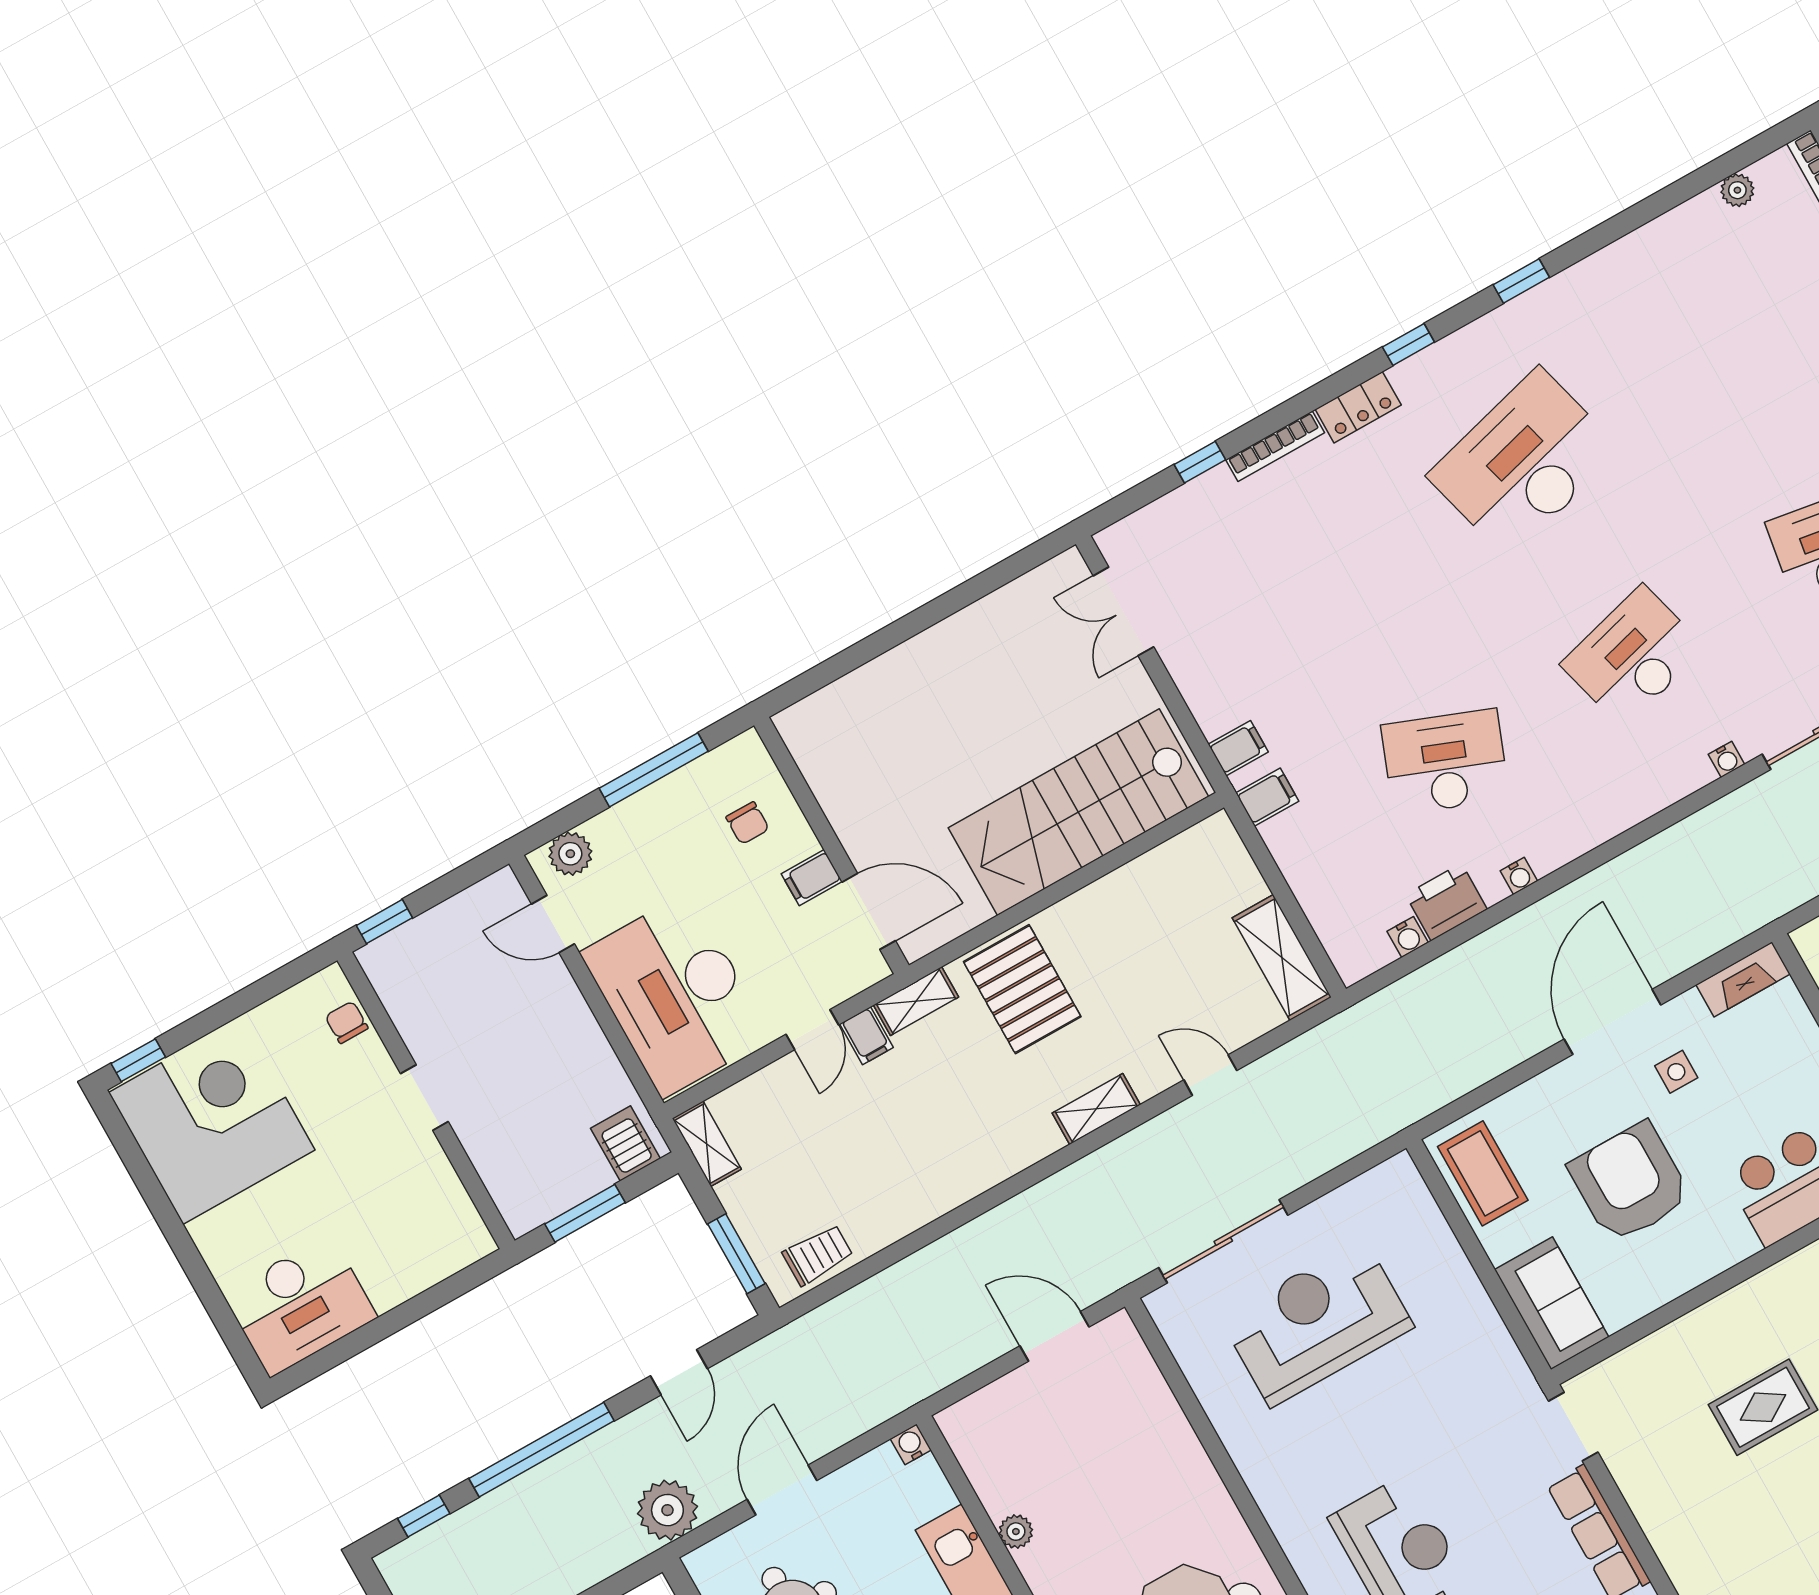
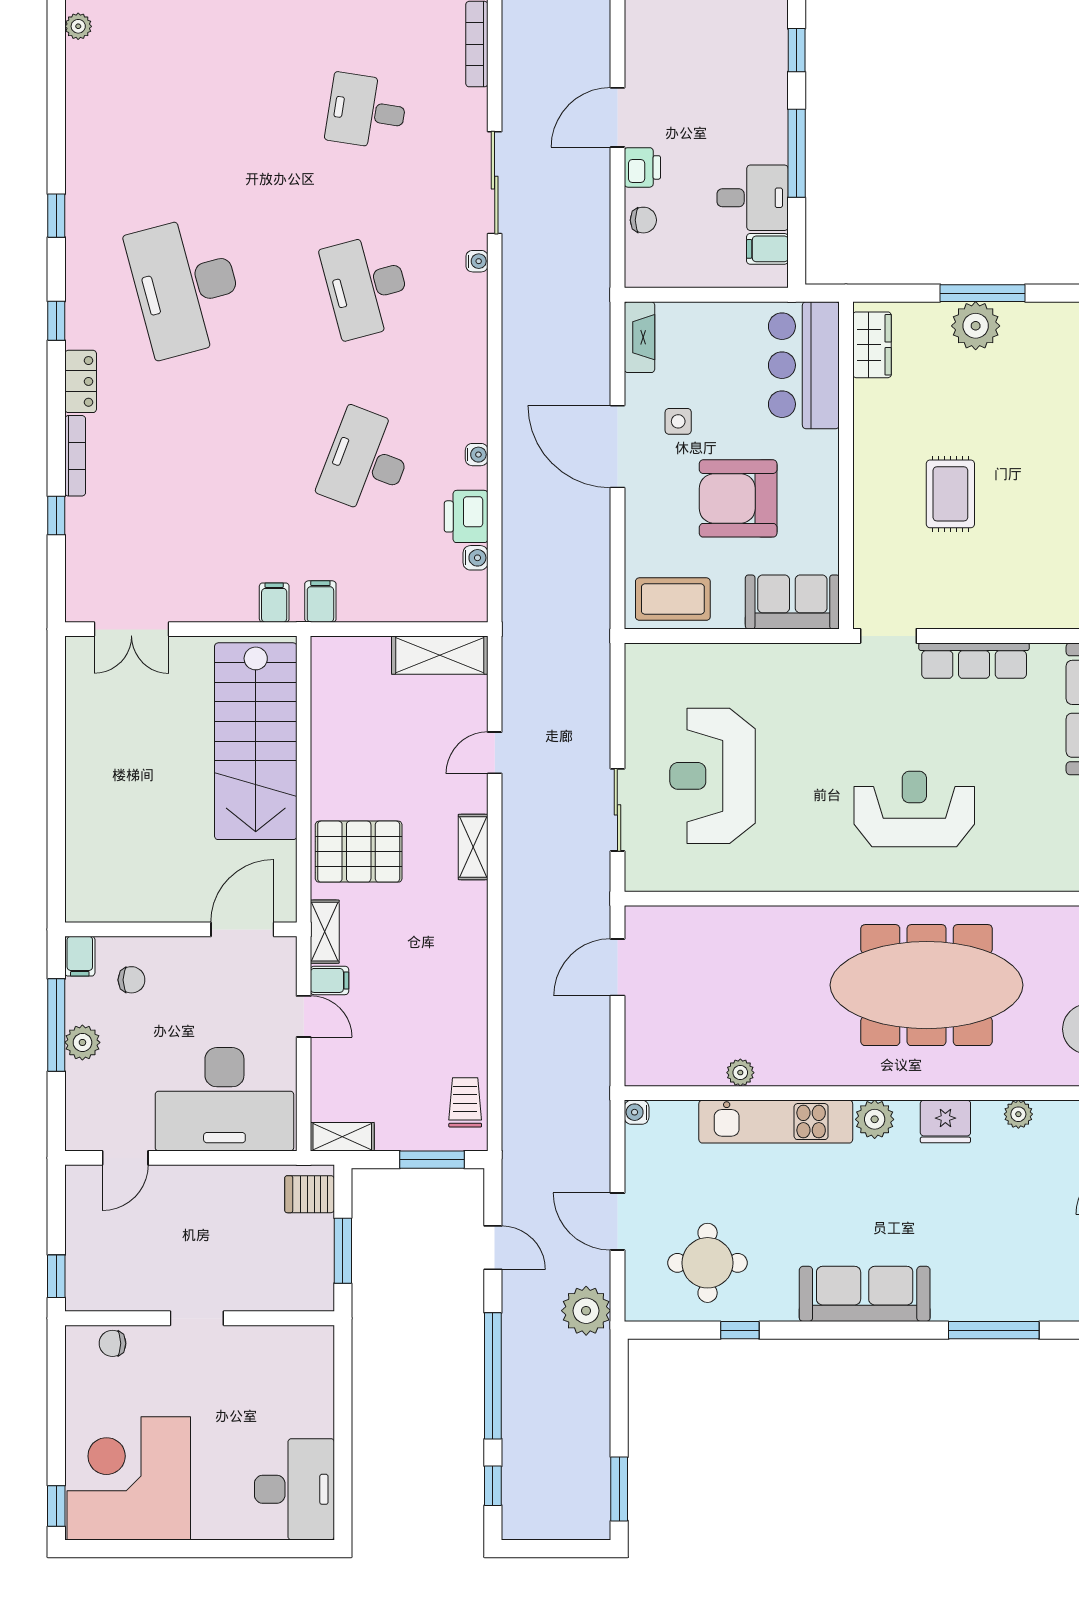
plant: (570, 854) -> (82, 1042), moved
filing cabinet: (812, 878) -> (80, 956), moved
sliding door: (1223, 1241) -> (617, 810), width x0.73

